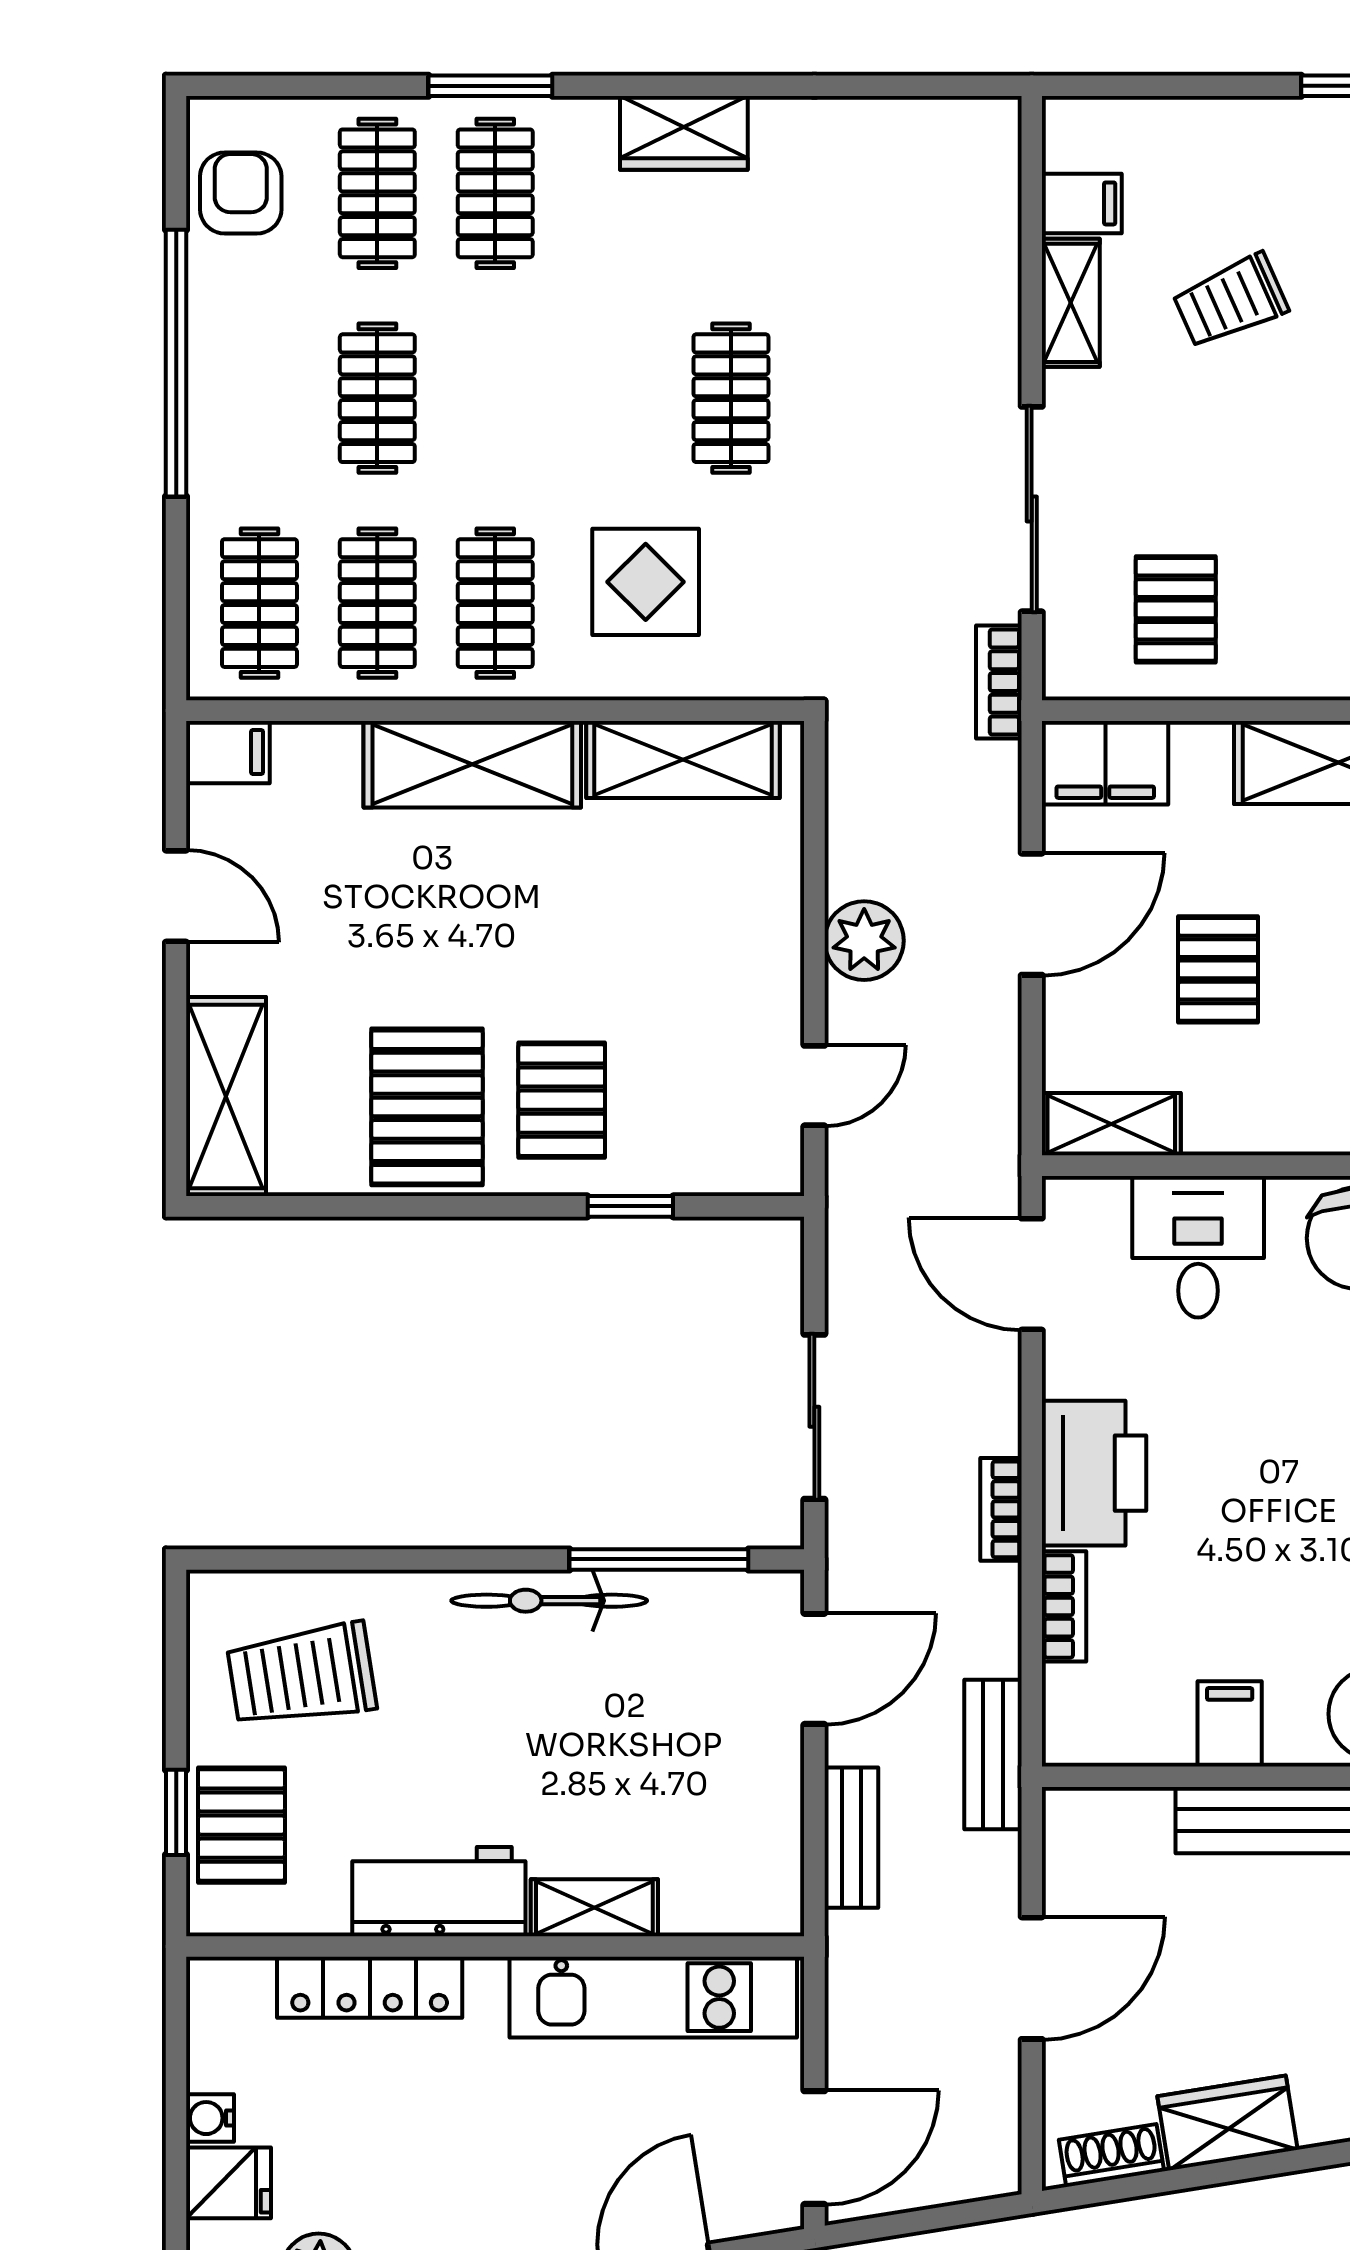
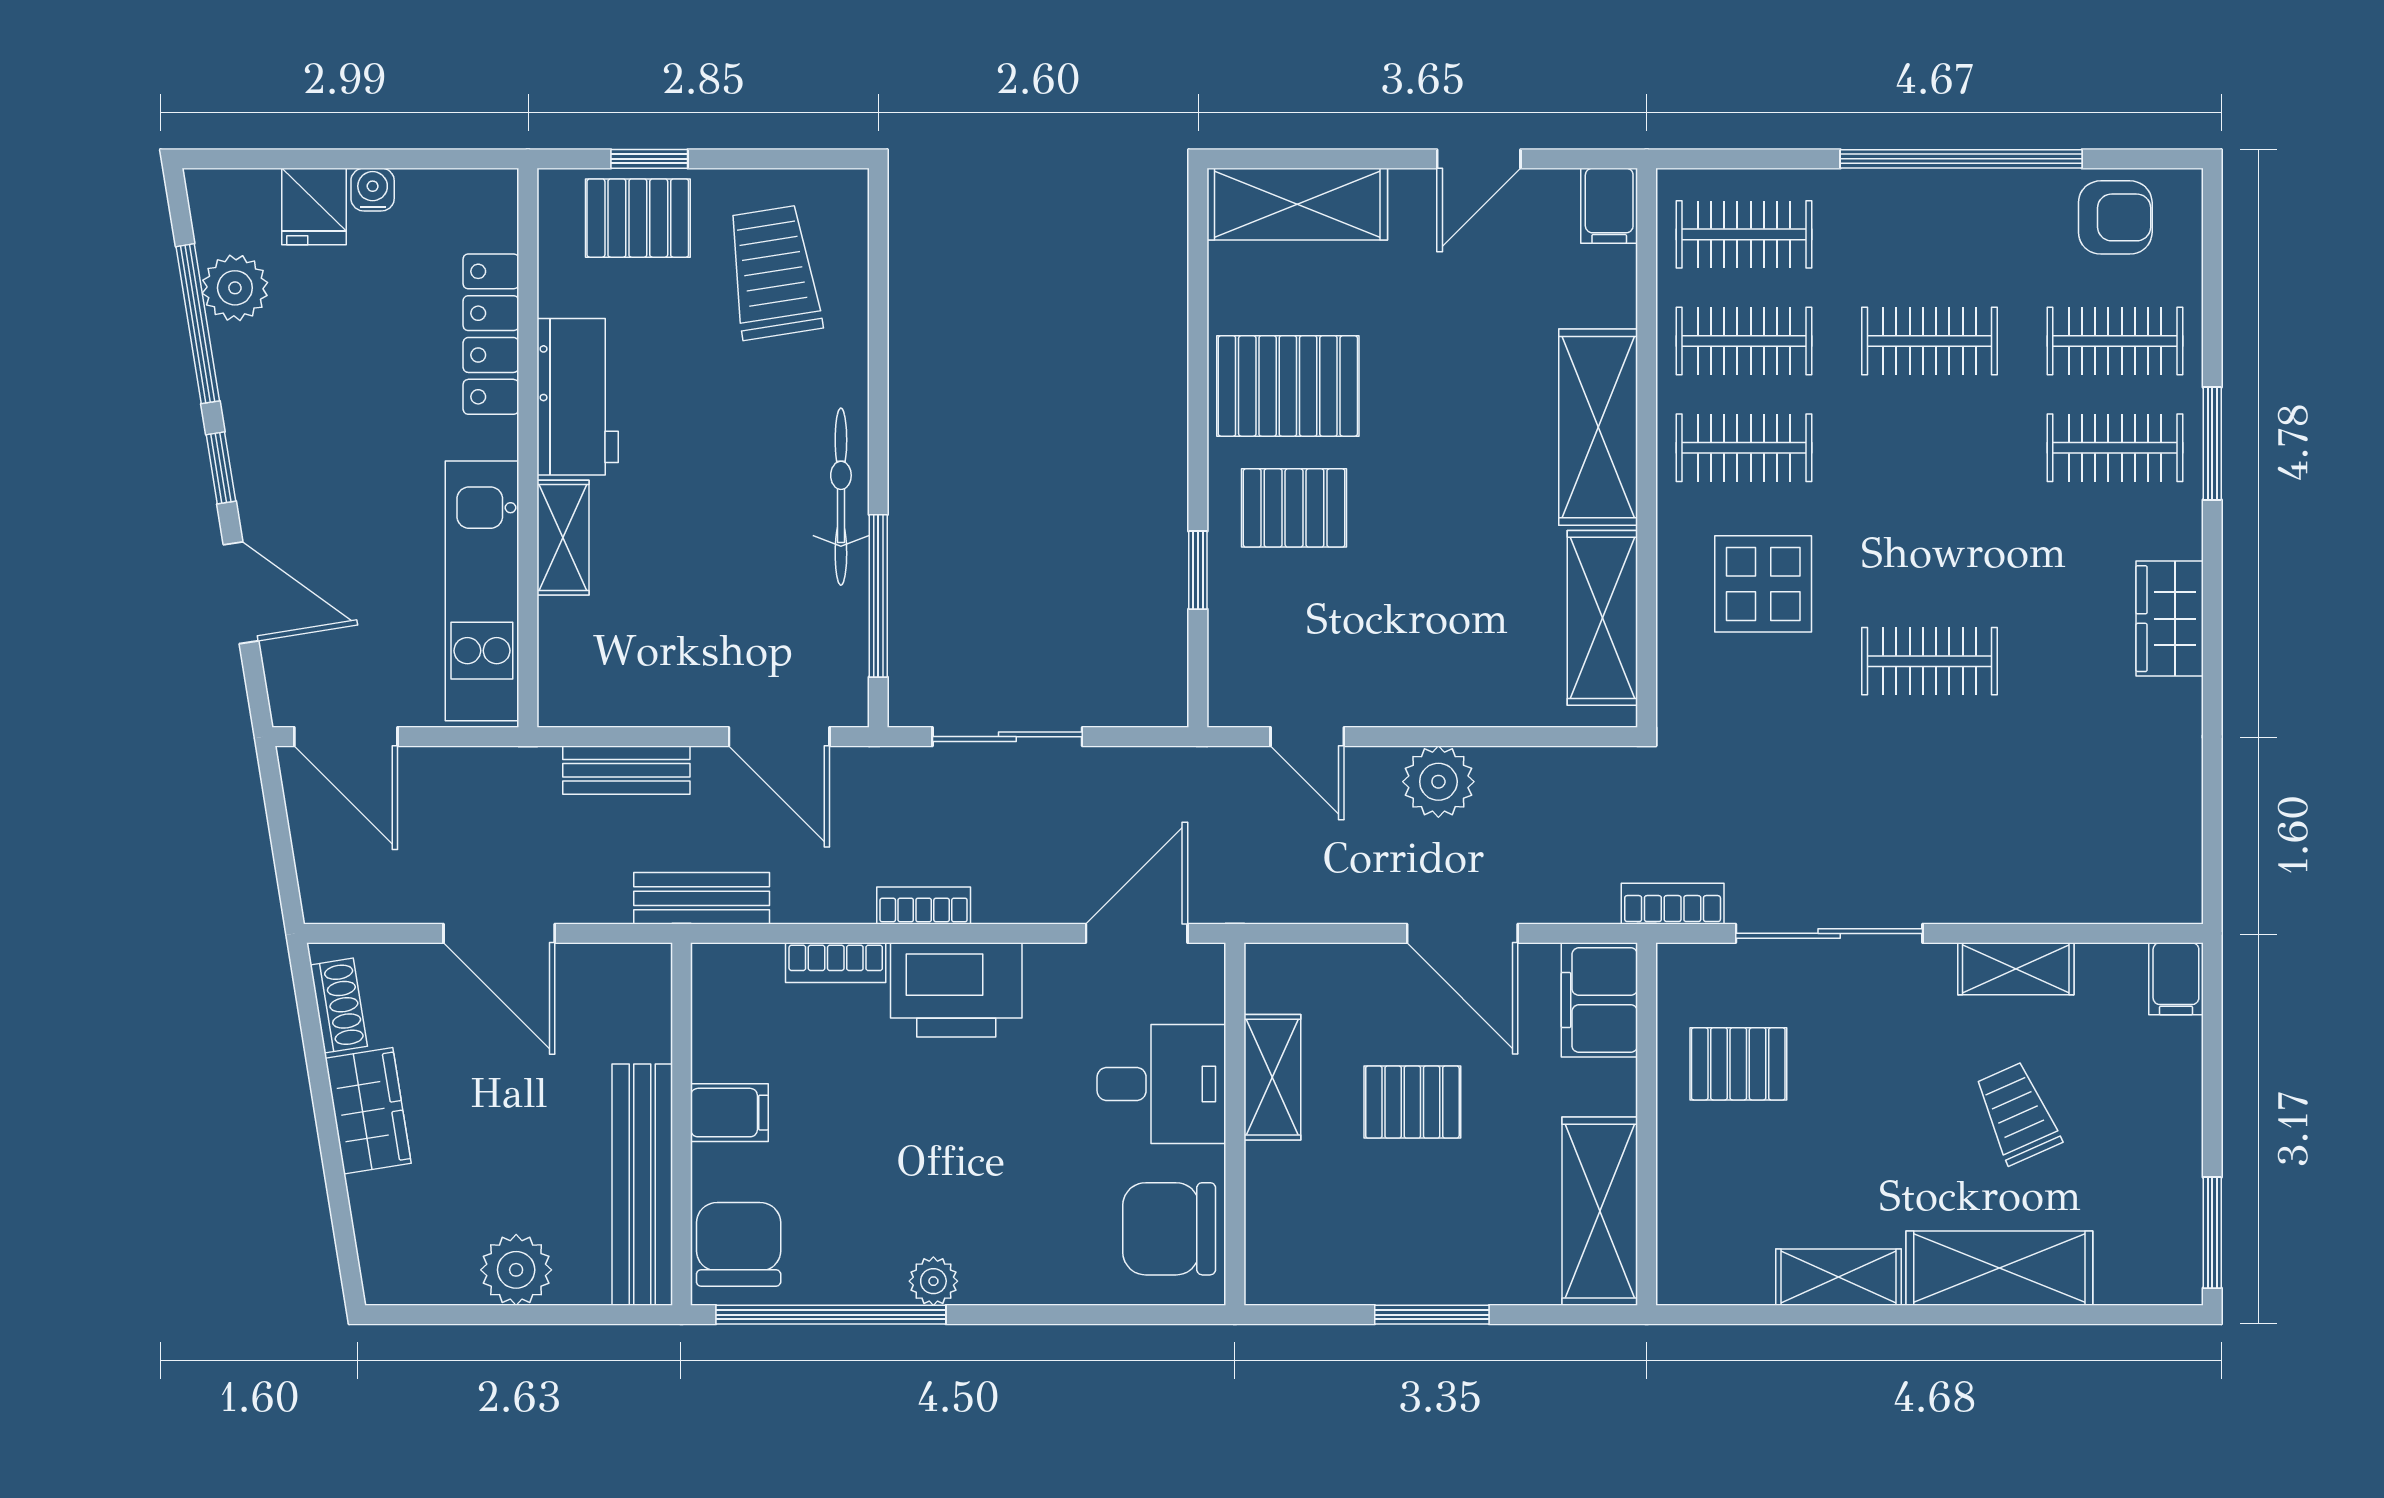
filing cabinet: (1082, 203) -> (2176, 979), moved
shelving: (1111, 1124) -> (1272, 1077), moved

